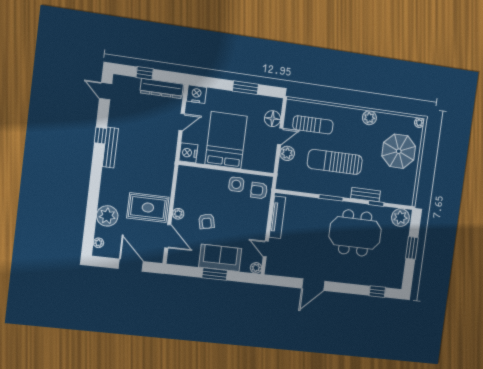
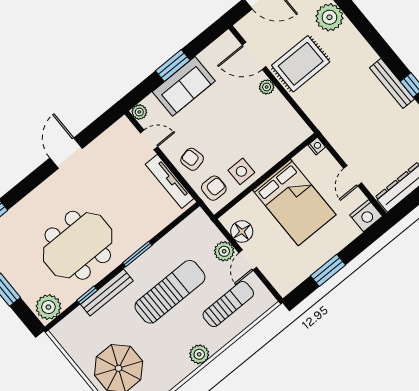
plant: (369, 118) -> (199, 354), moved
floor lamp: (272, 119) -> (242, 231), moved
sun lounger: (313, 125) -> (228, 304), turned 180
nightstand: (188, 153) -> (317, 146), width x0.53, depth x0.56
bench: (366, 195) -> (107, 293), width x1.36
armchair: (207, 221) -> (192, 159), moved

